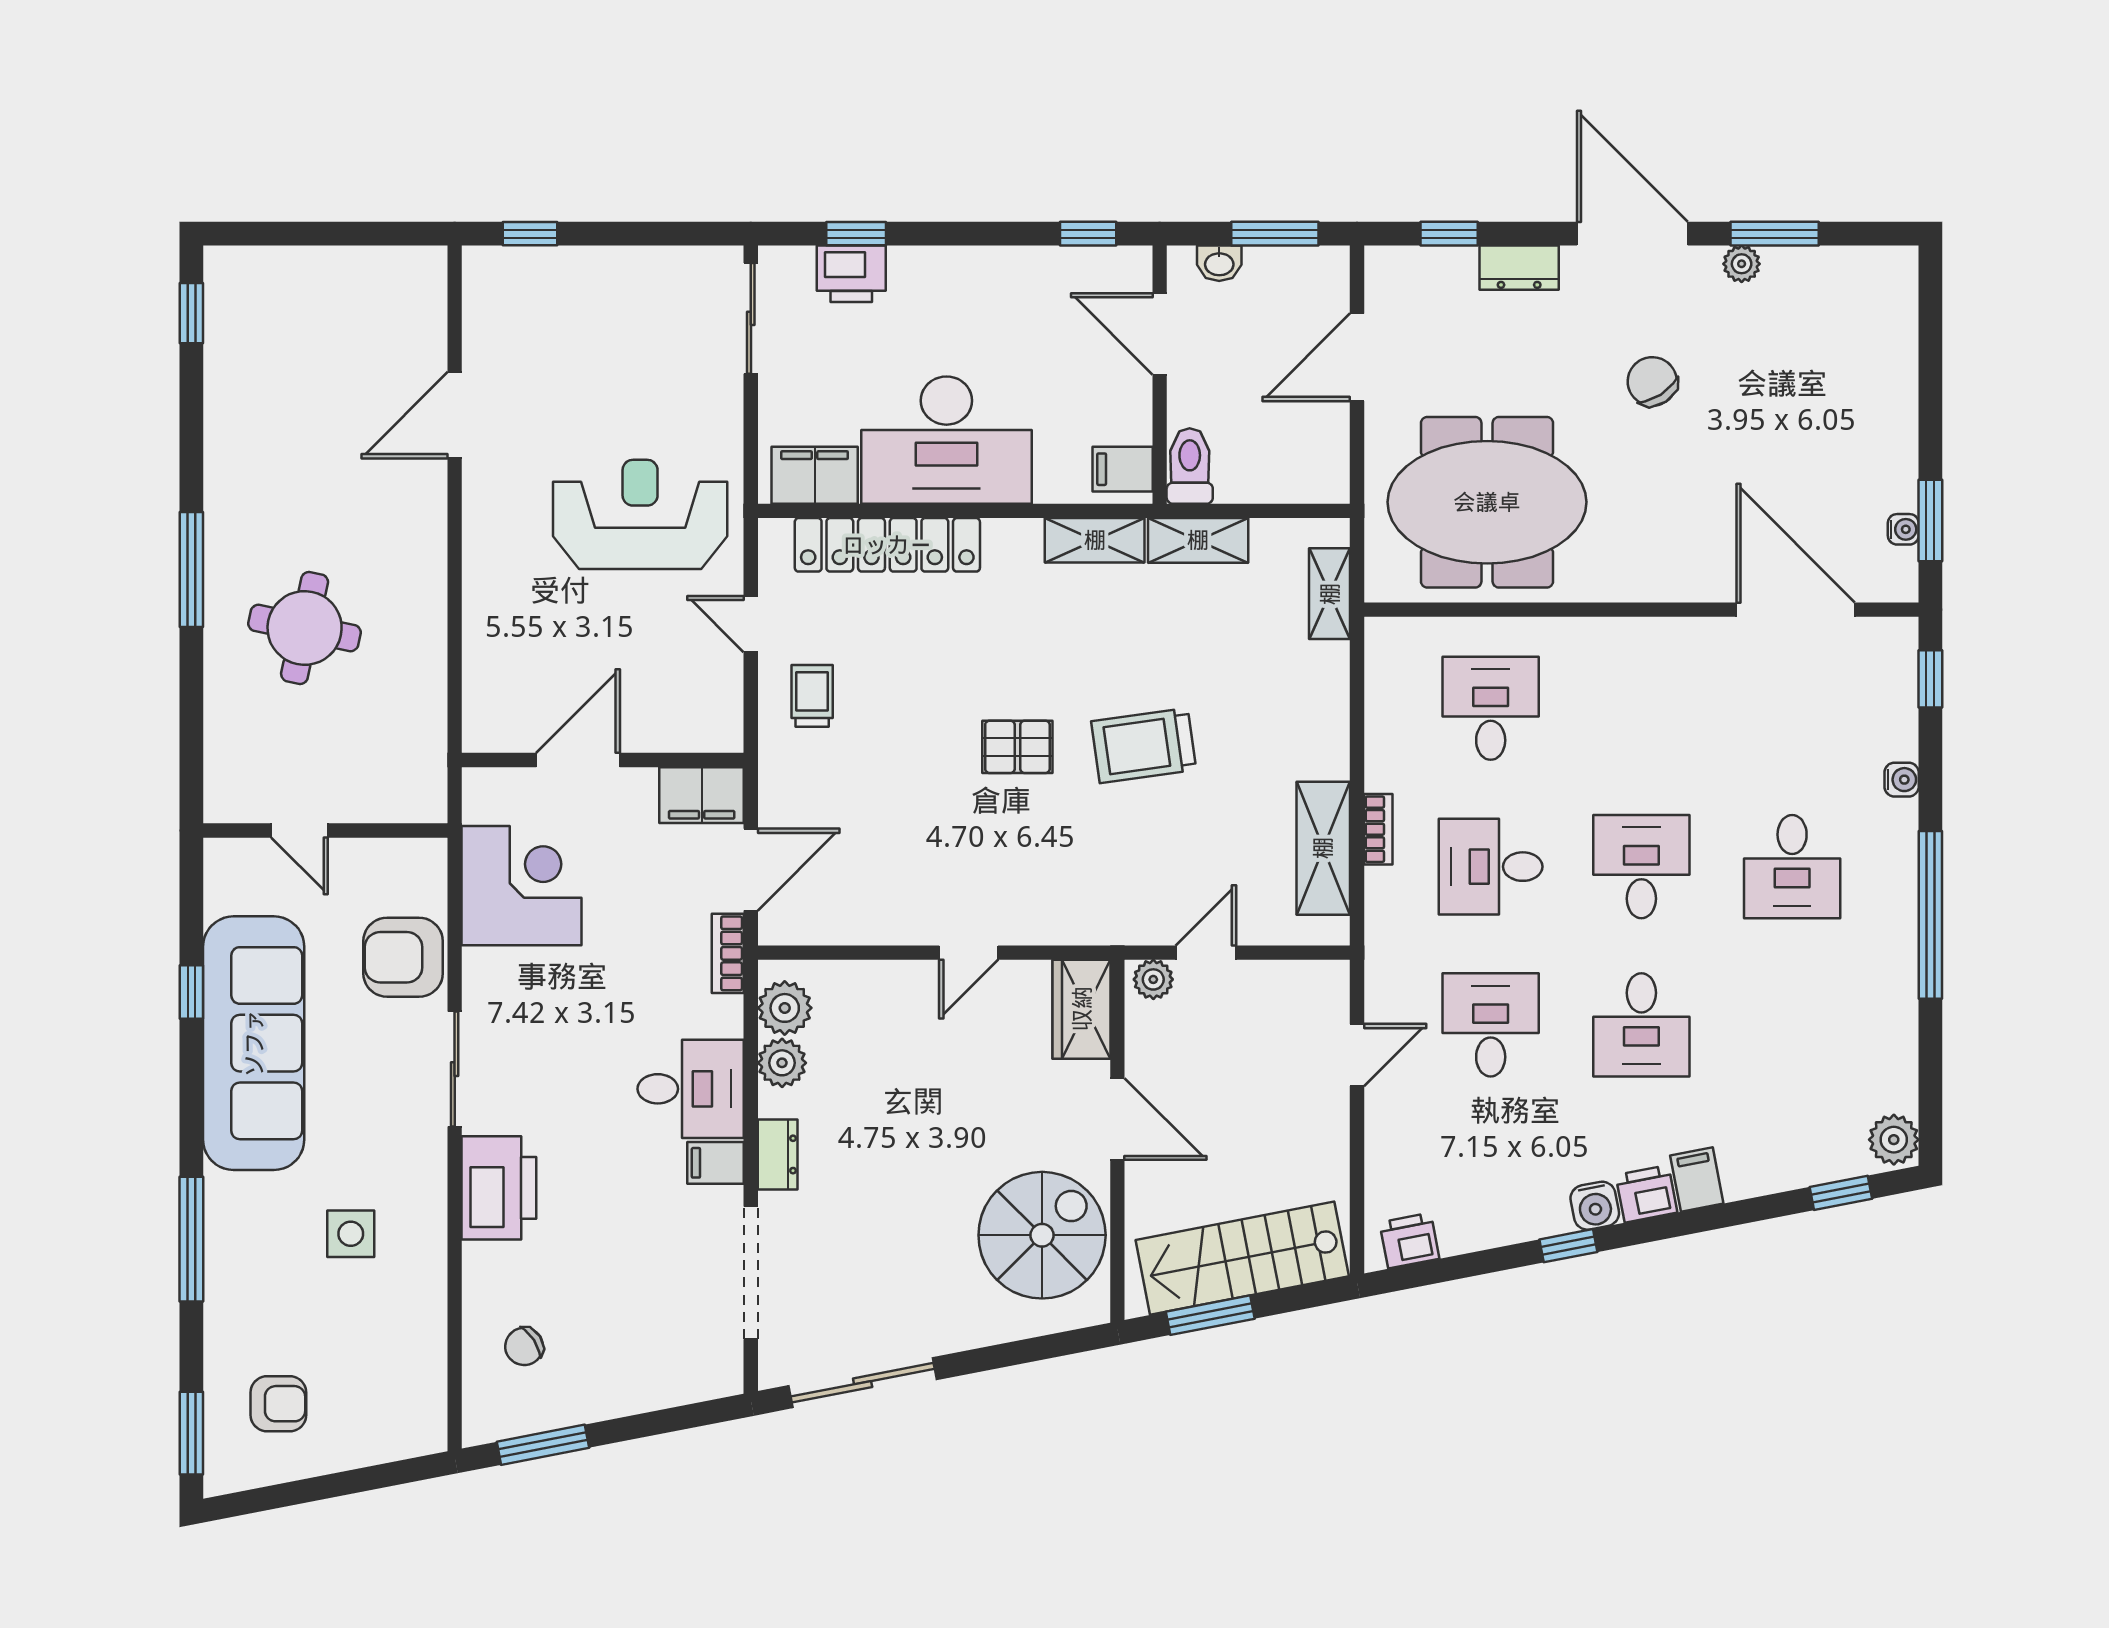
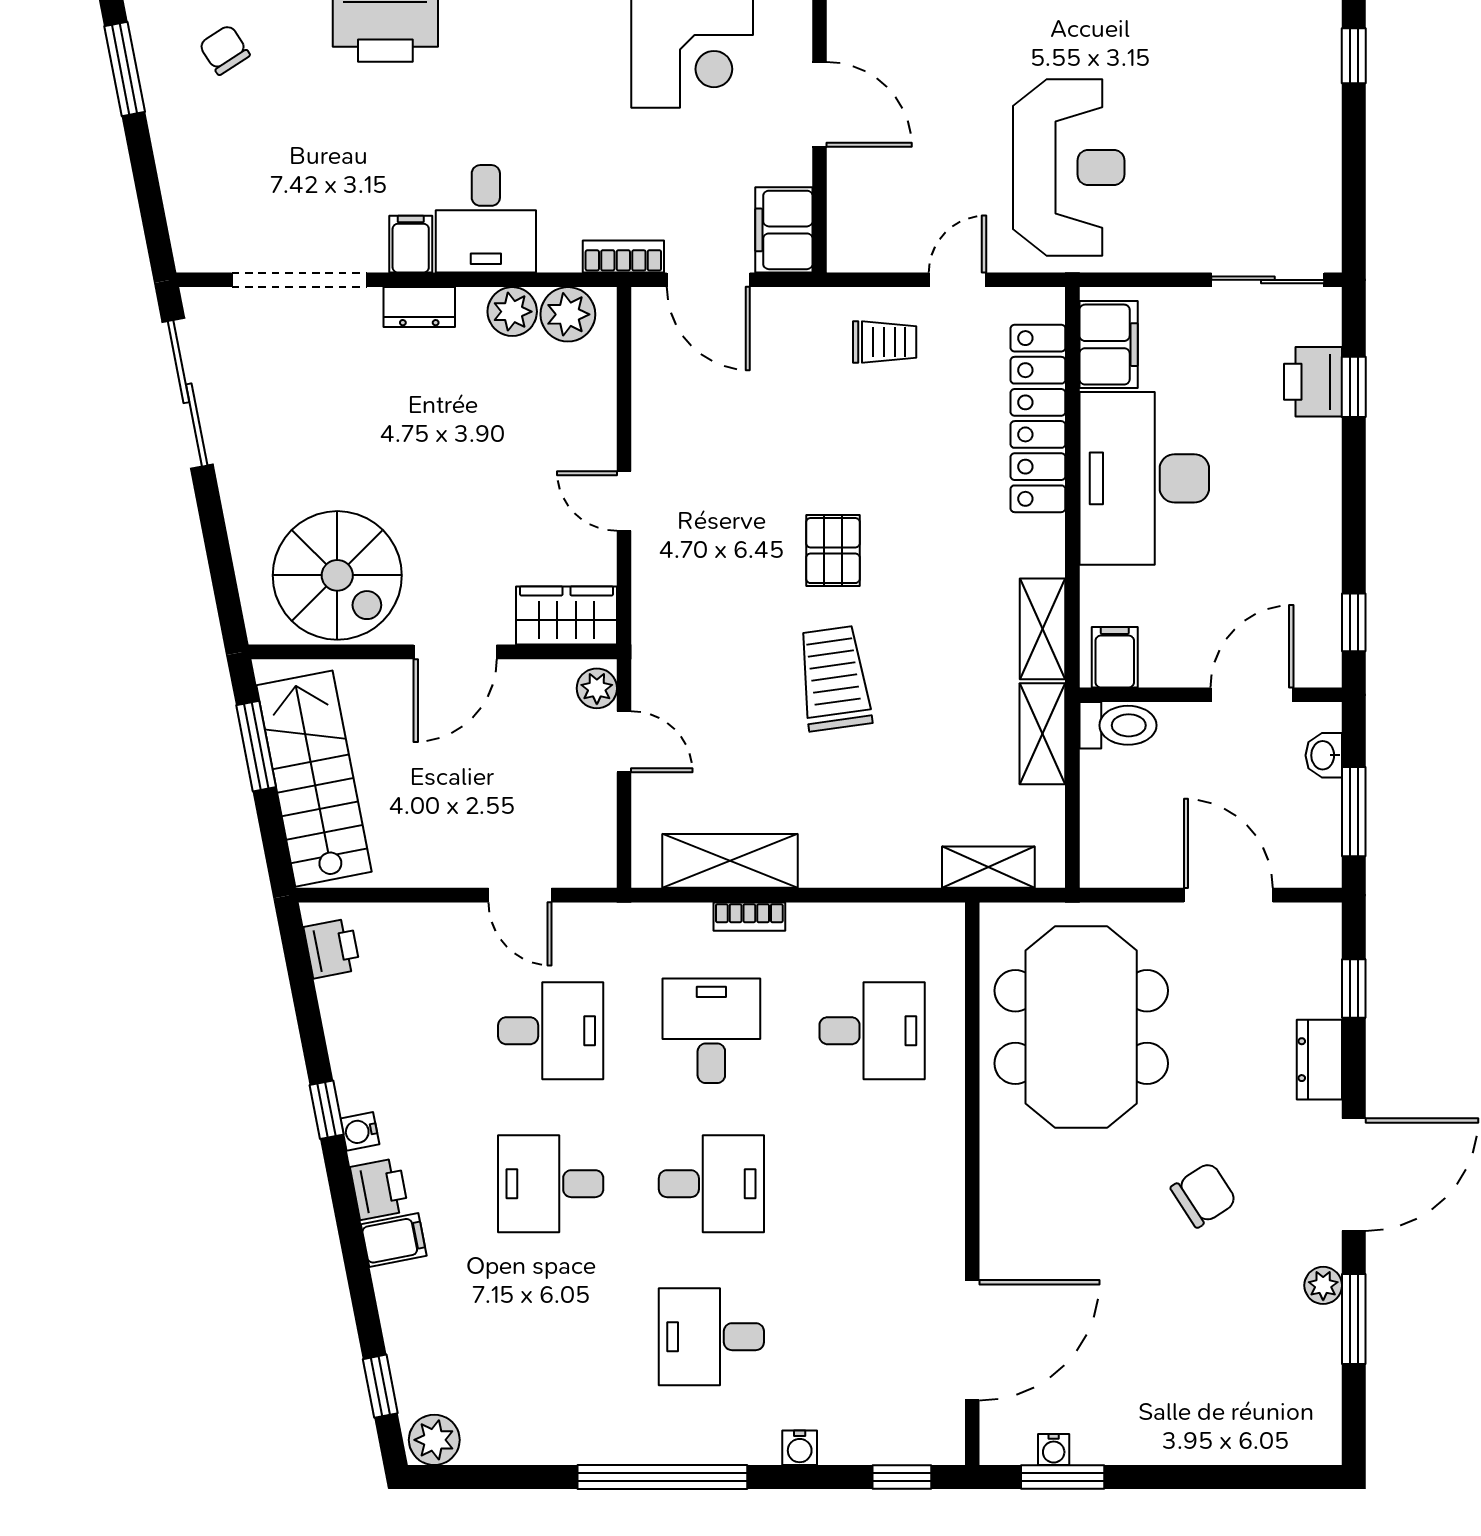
water cooler: (1595, 1206) -> (360, 1131), width x0.72, depth x0.72

